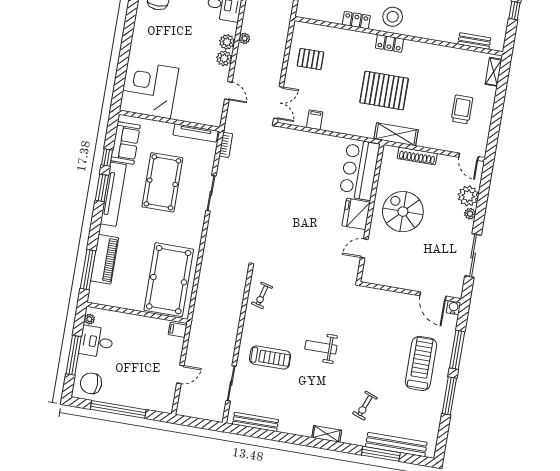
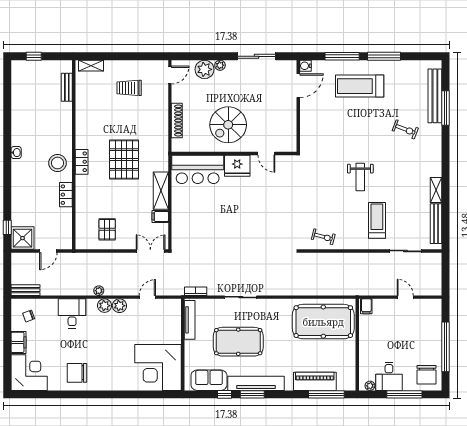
shelving: (396, 134) -> (161, 191), moved
shelving: (327, 434) -> (436, 190), moved

